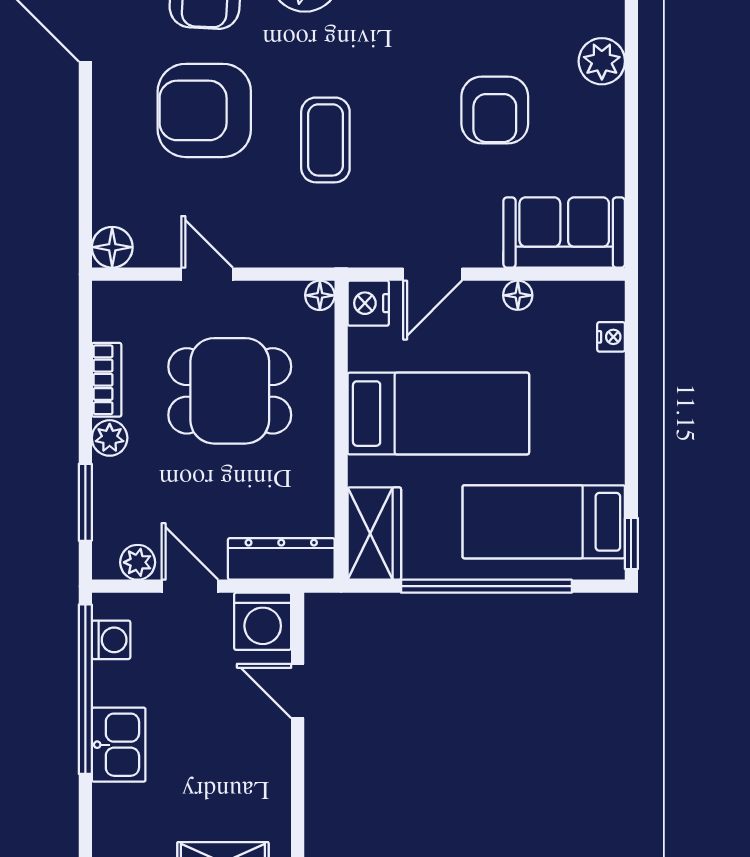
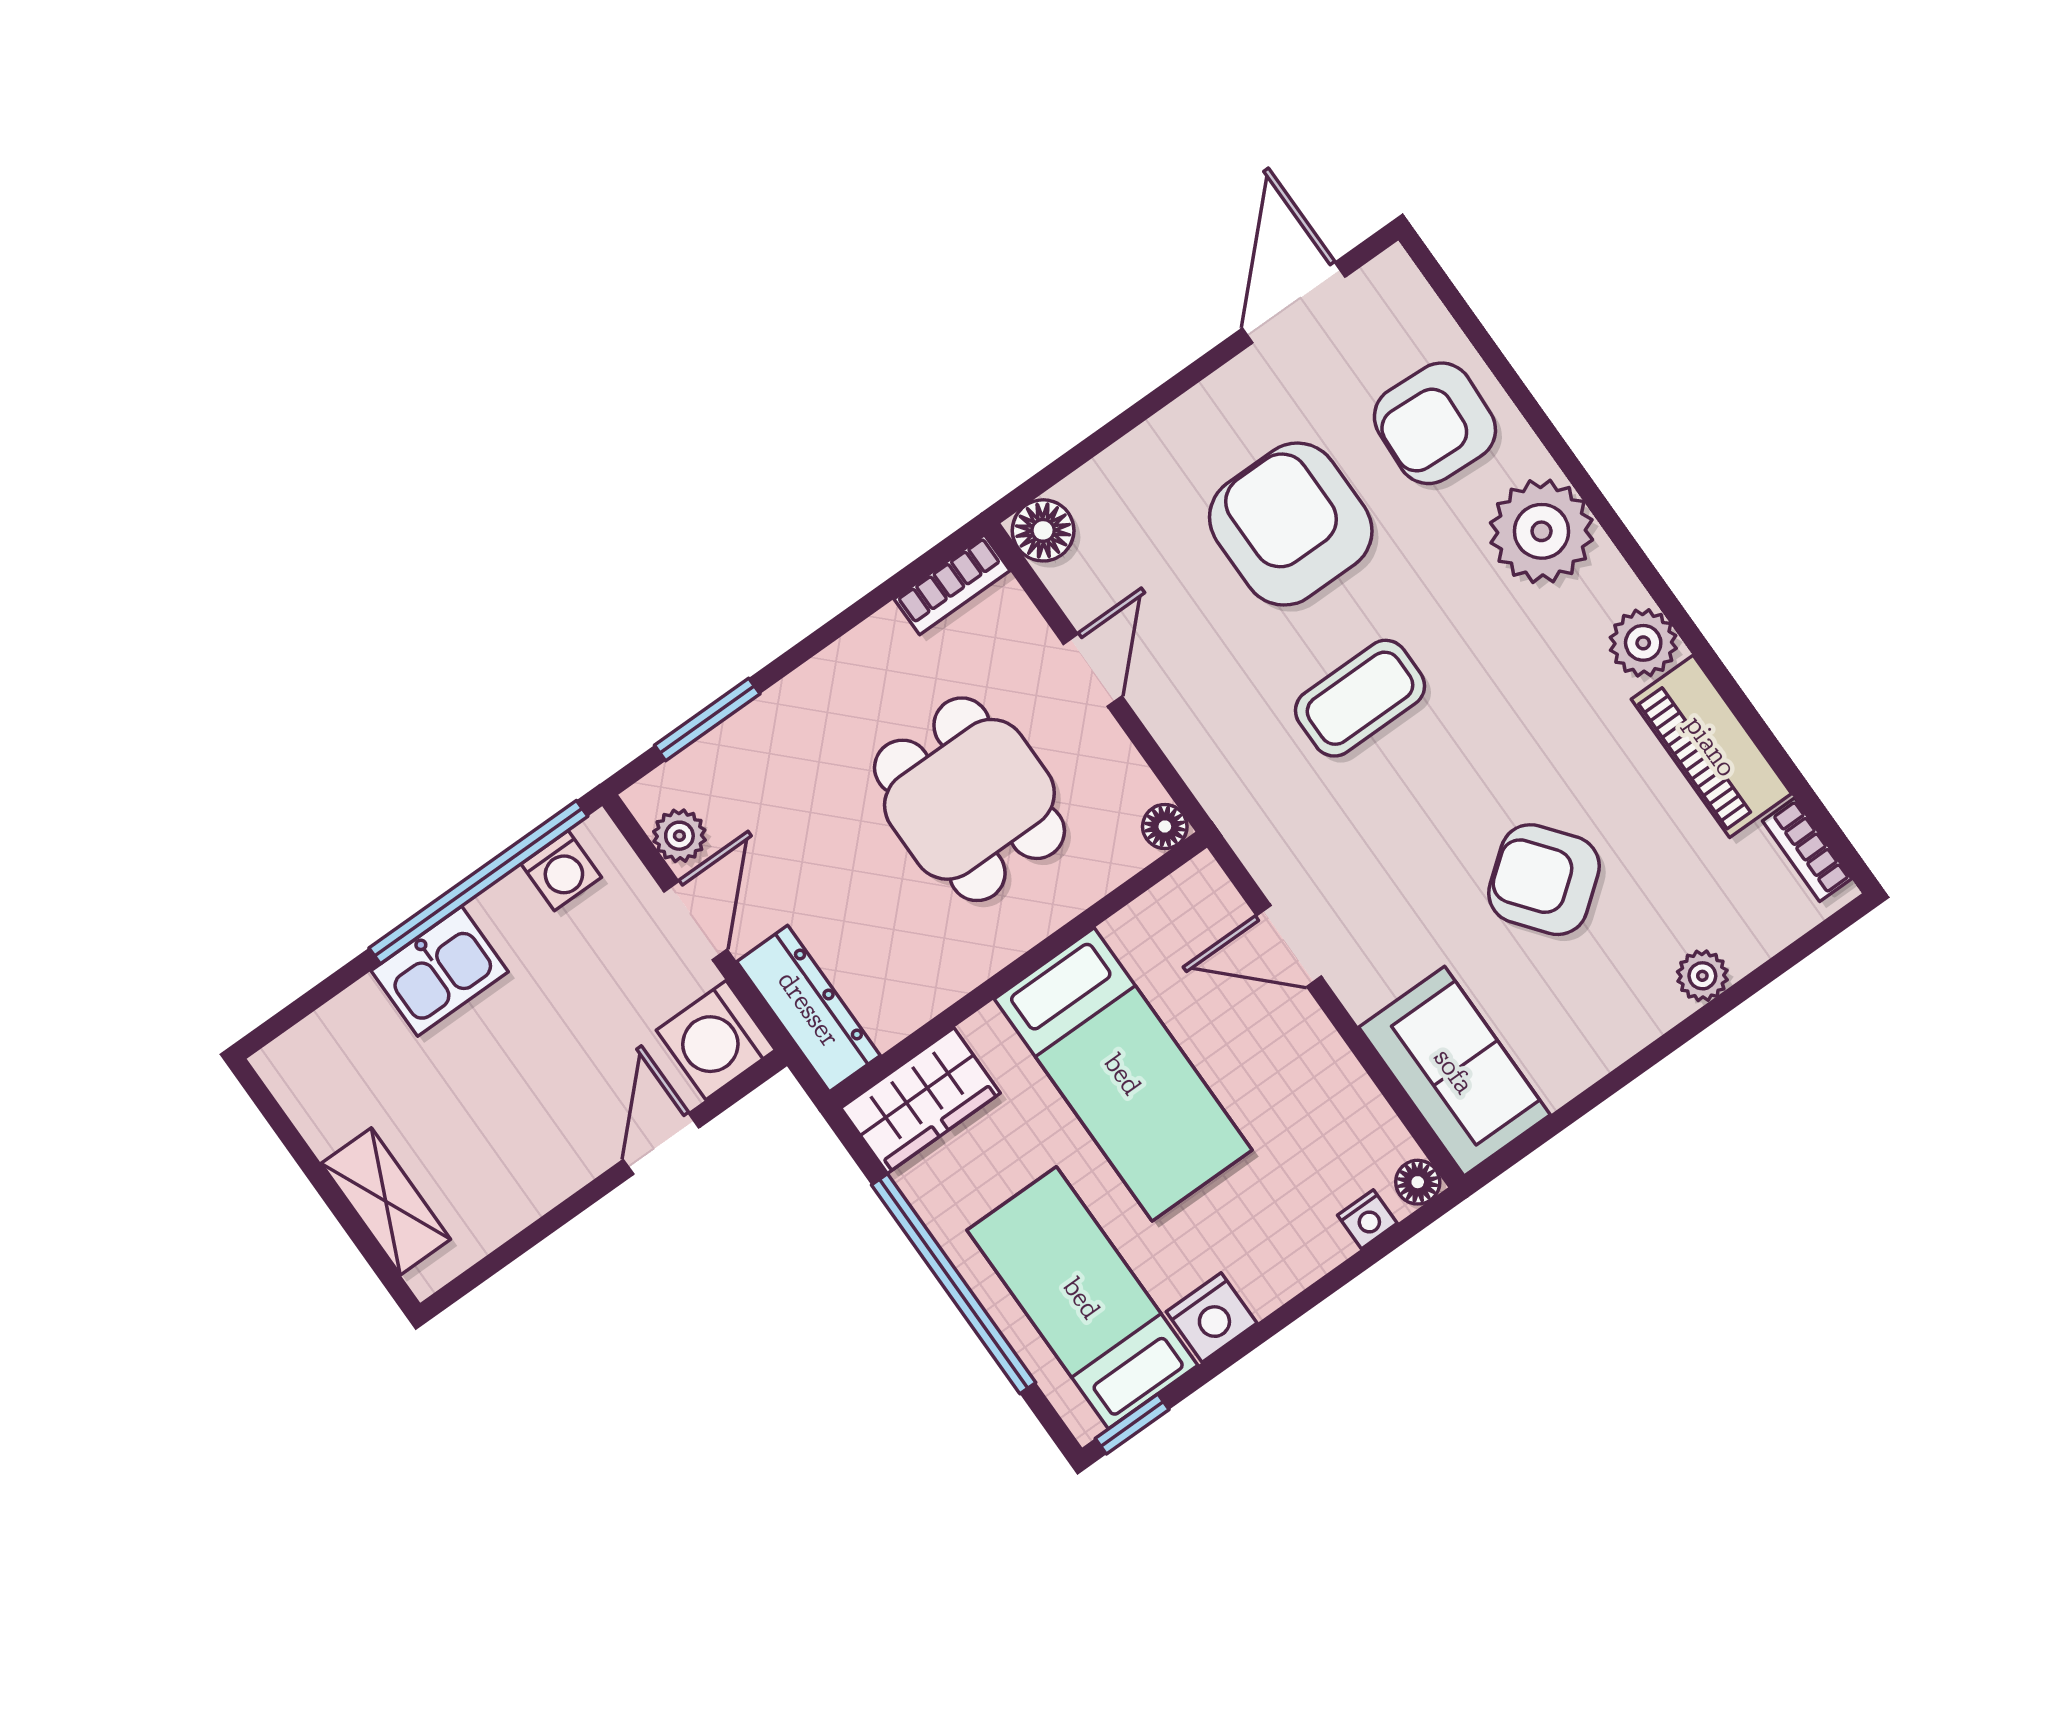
plant: (602, 61) -> (1702, 976), width x0.73, depth x0.73
armchair: (495, 110) -> (1544, 880), turned 52
floor lamp: (518, 295) -> (1418, 1182), moved
nightstand: (368, 303) -> (1212, 1317), moved, turned 180
bookcase: (107, 380) -> (952, 585), moved
plant: (110, 438) -> (807, 693), removed

